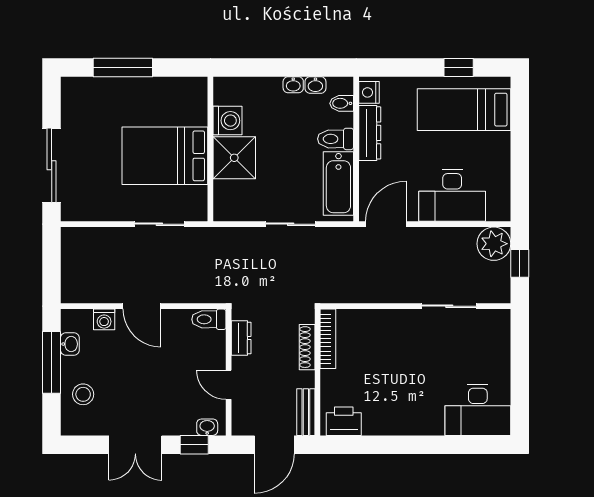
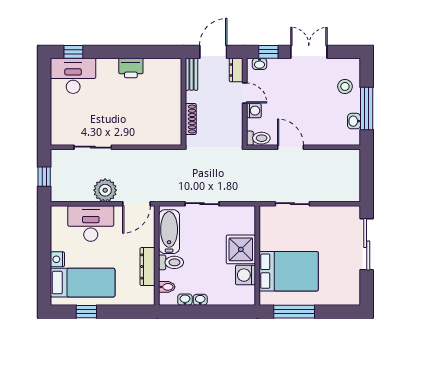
window: (123, 68) -> (294, 312), moved
nightstand: (369, 92) -> (57, 259), moved, turned 180
bed: (165, 156) -> (289, 271), moved
plant: (494, 244) -> (105, 190), moved
door: (142, 306) -> (291, 147), moved
washing machine: (104, 319) -> (254, 111), moved, turned 90
dresser: (241, 338) -> (236, 70), moved
bookcase: (328, 339) -> (176, 125), removed
printer: (344, 421) -> (131, 68), moved
window: (477, 445) -> (73, 52), added

